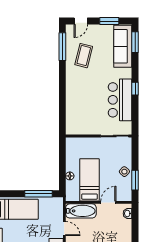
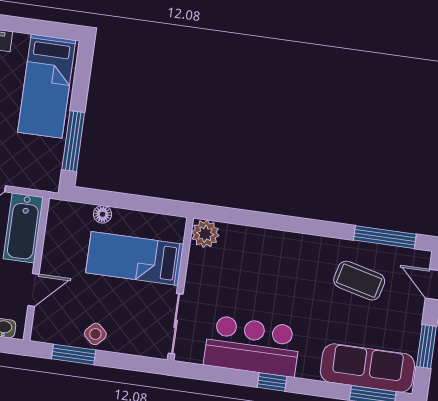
plant: (72, 128) -> (205, 234), added
bed: (89, 180) -> (135, 258), moved, turned 180
door: (108, 202) -> (33, 290), hinge flipped

